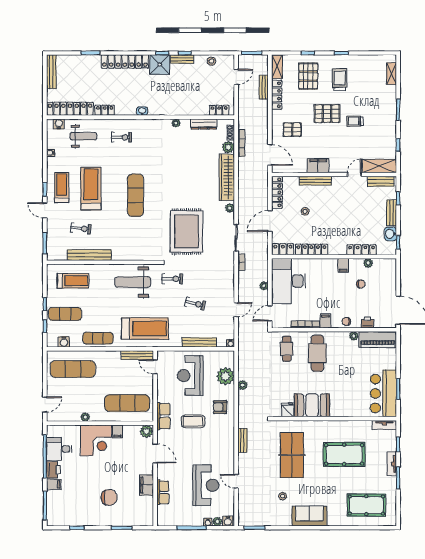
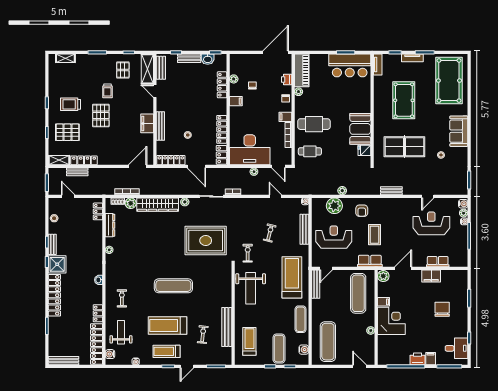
pallet: (292, 130) -> (123, 70), moved
reception desk: (190, 376) -> (334, 237), turned 180
desk: (59, 449) -> (456, 348), moved, turned -90
pool table: (366, 505) -> (449, 81), width x1.36, depth x1.32

